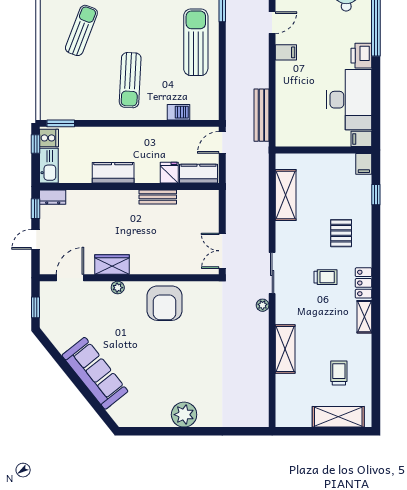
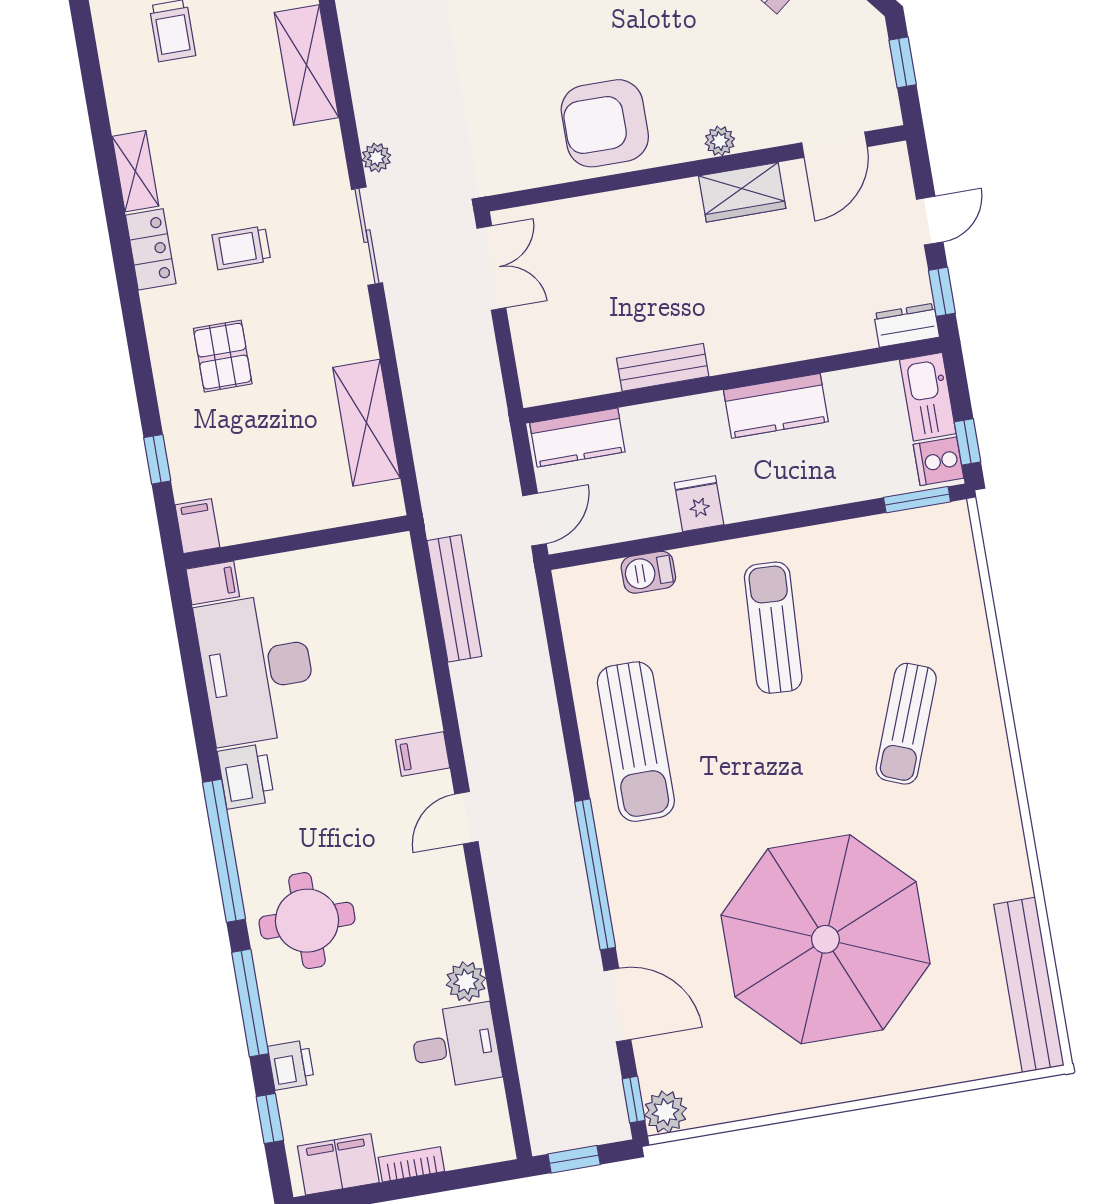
fridge: (169, 173) -> (699, 504), moved, turned 180
armchair: (165, 303) -> (605, 123), turned -90

